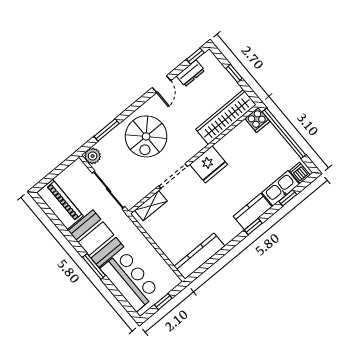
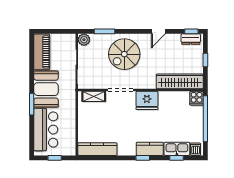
dresser: (191, 73) -> (191, 39), moved

